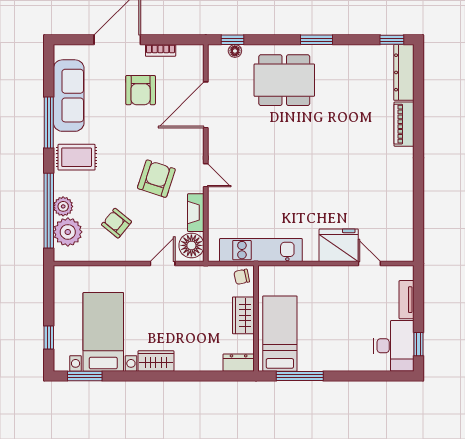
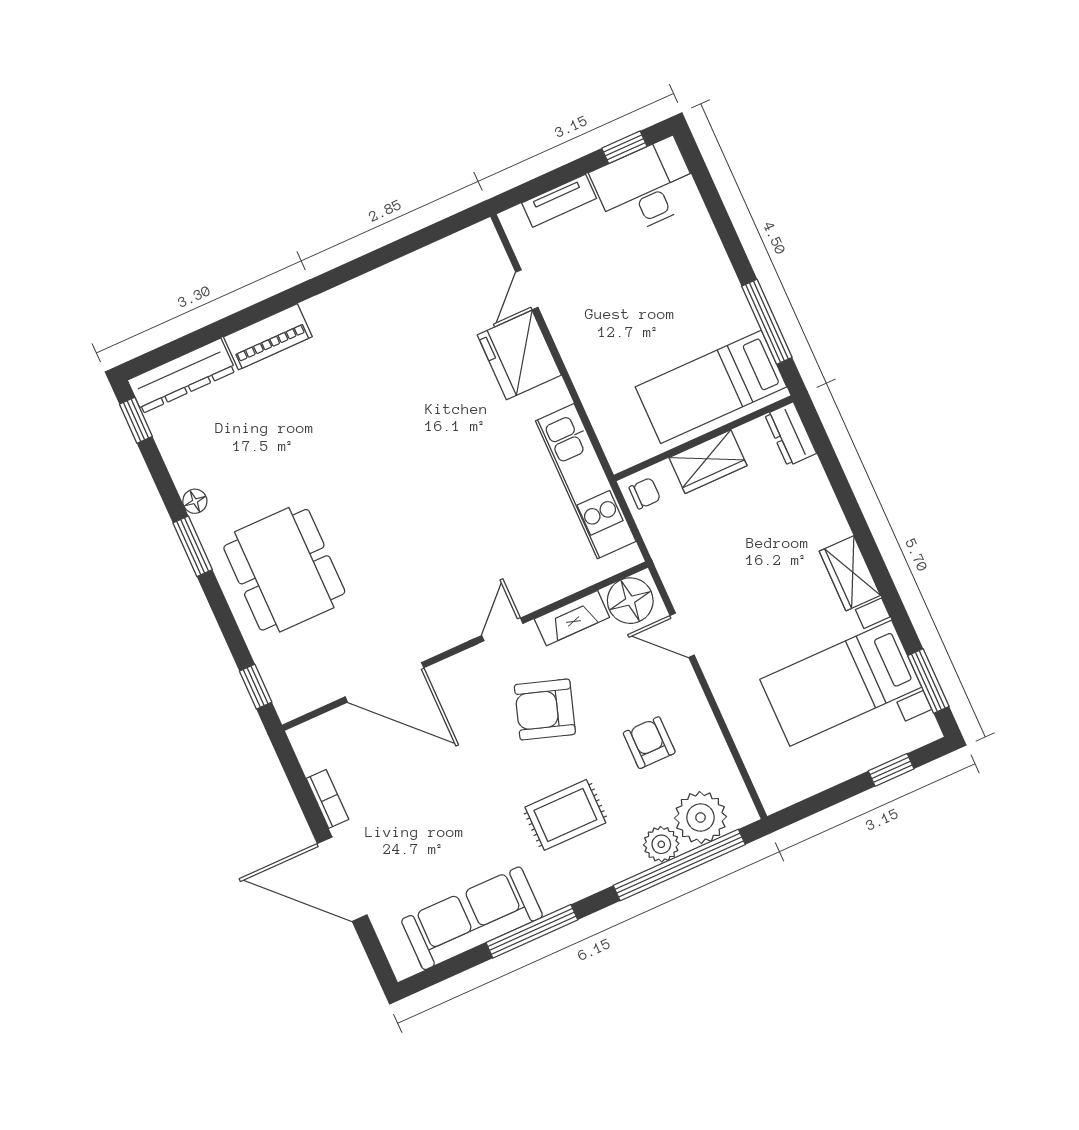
floor lamp: (235, 51) -> (195, 501), moved
armchair: (141, 90) -> (409, 802), removed
rug: (77, 157) -> (565, 815), moved, turned 90
armchair: (117, 223) -> (649, 743), turned 141
chair: (242, 277) -> (645, 493), turned -78

